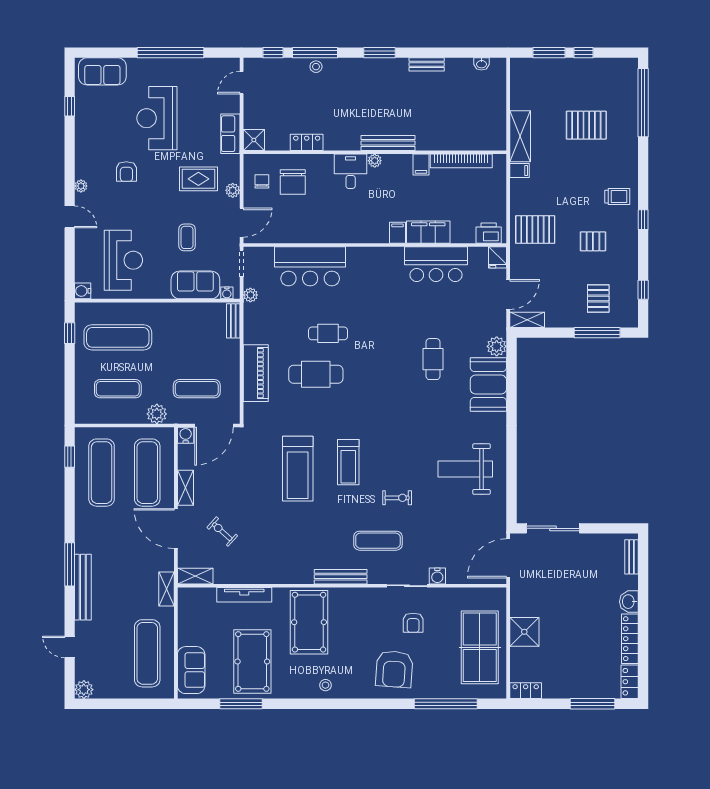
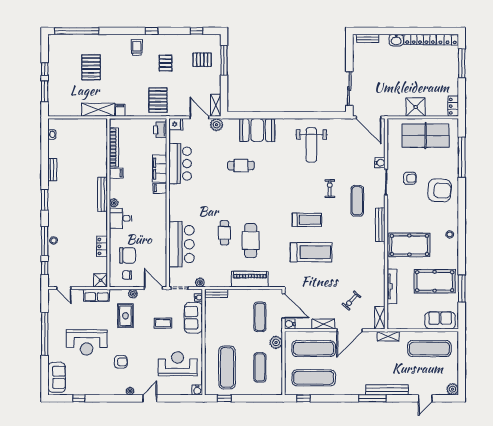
plant: (497, 346) -> (217, 125), moved

